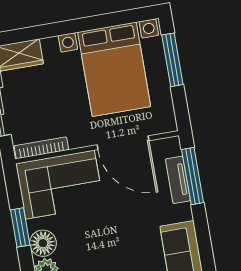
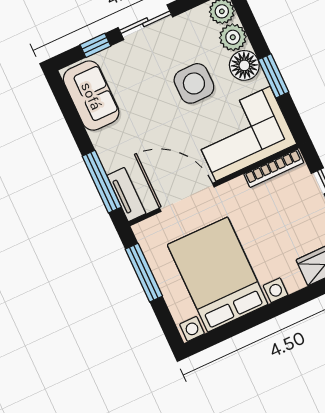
window: (172, 60) -> (144, 273), moved
tv unit: (178, 180) -> (126, 195), moved
side table: (90, 239) -> (194, 83), added

